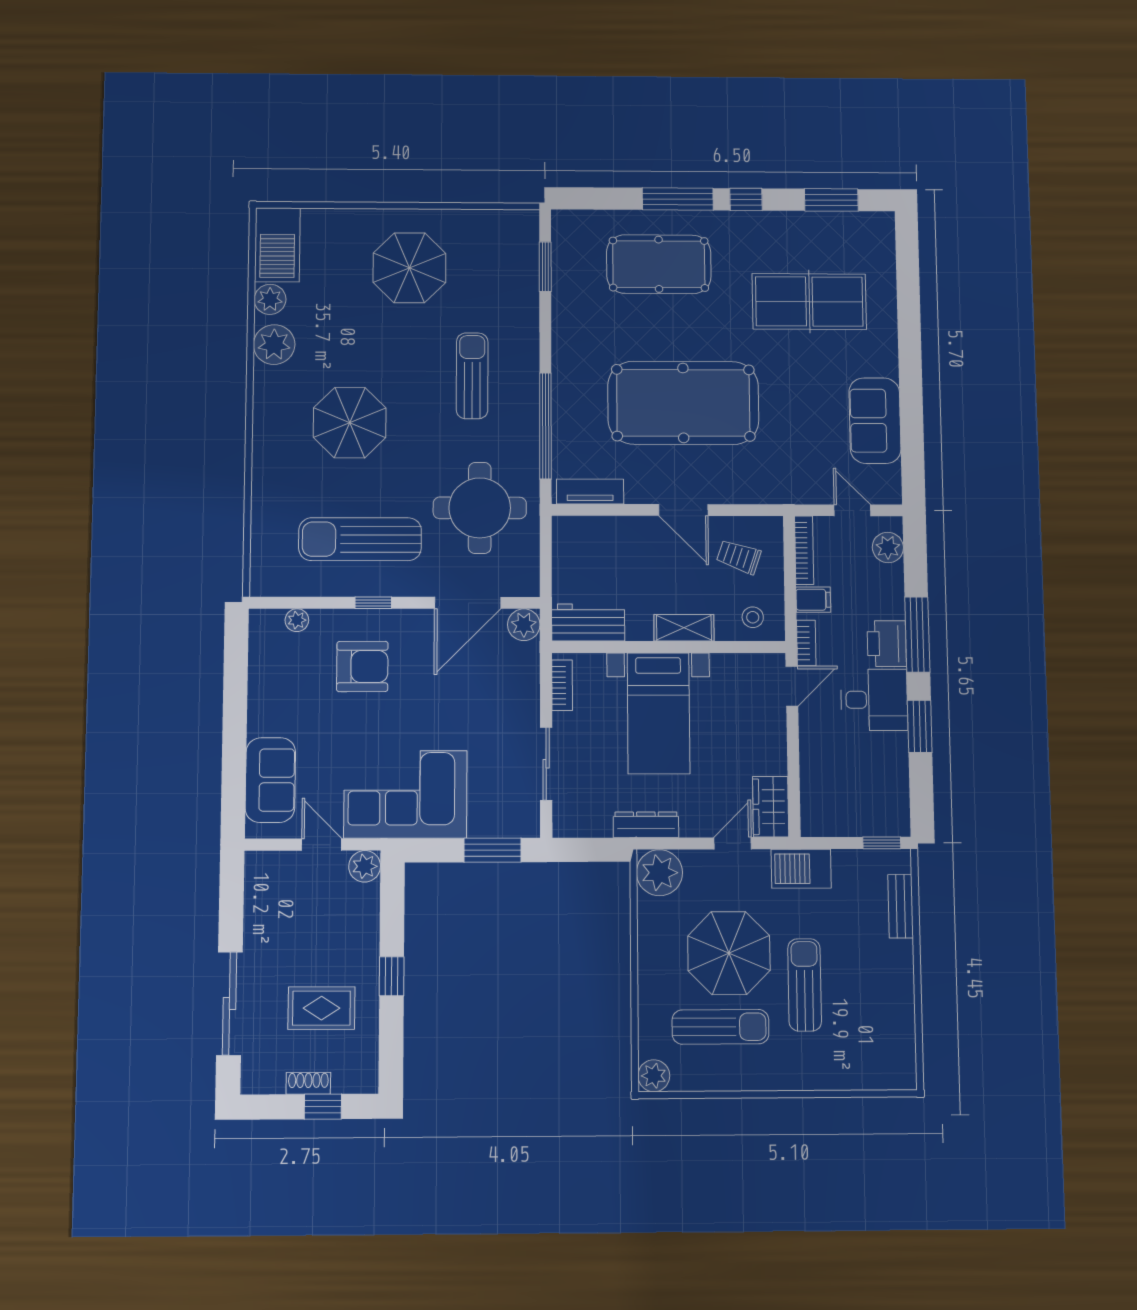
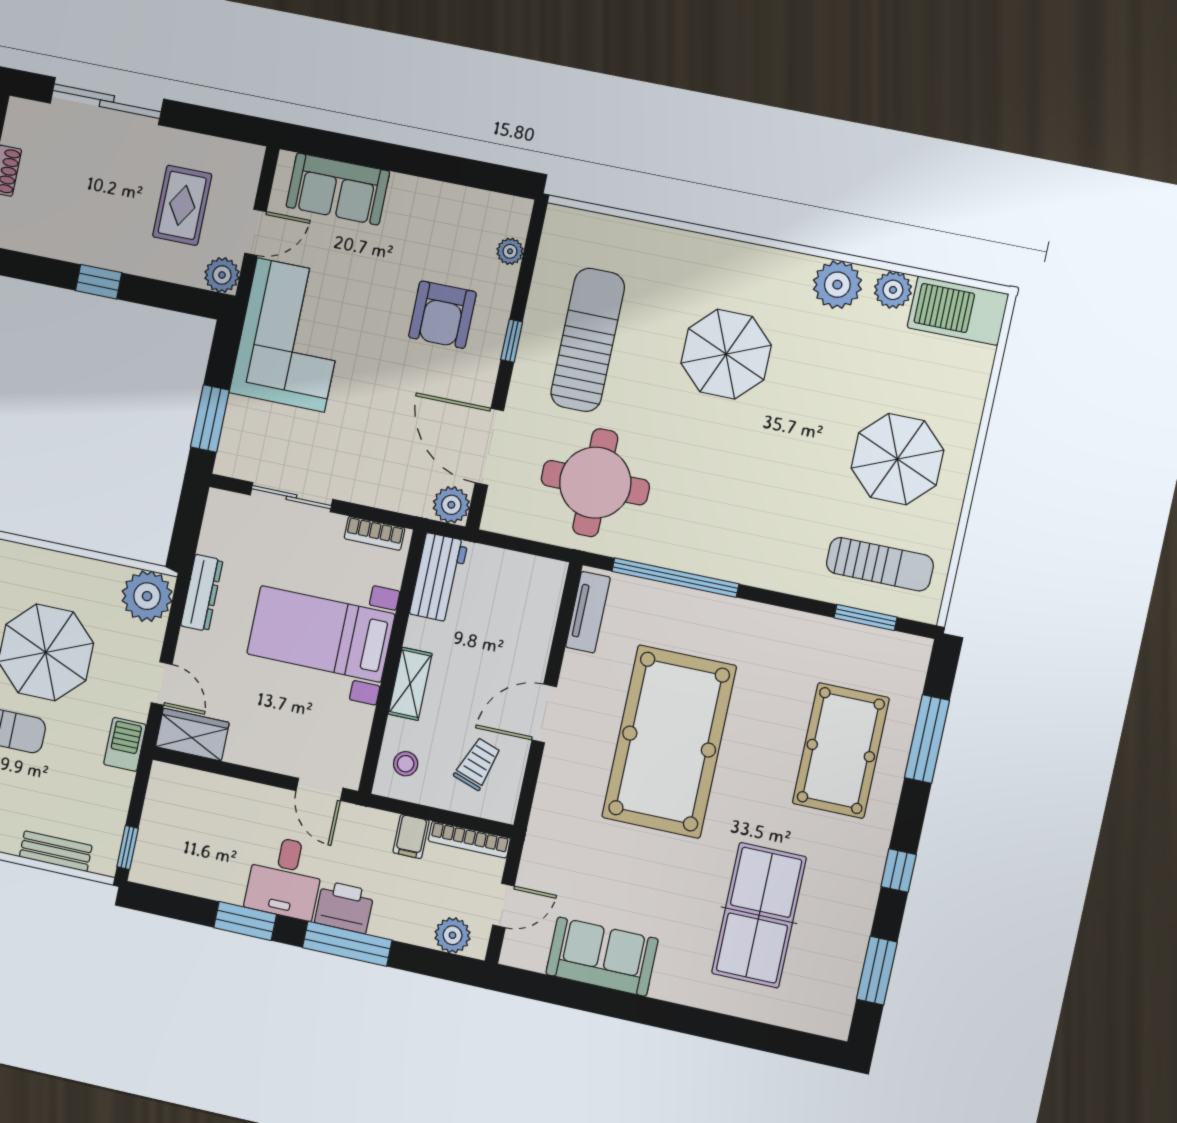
window: (678, 199) -> (927, 739), moved
sun lounger: (472, 376) -> (880, 564), moved
bookcase: (806, 643) -> (364, 817), removed
barbecue: (801, 869) -> (125, 744), width x0.73, depth x0.79
rug: (321, 1008) -> (182, 205), moved

